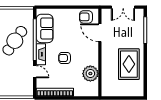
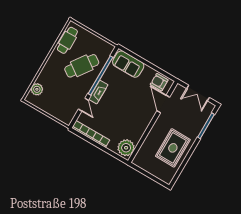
sofa: (45, 28) -> (128, 64), moved, turned 90
armchair: (65, 58) -> (118, 108), removed
plant: (90, 74) -> (126, 148), moved

